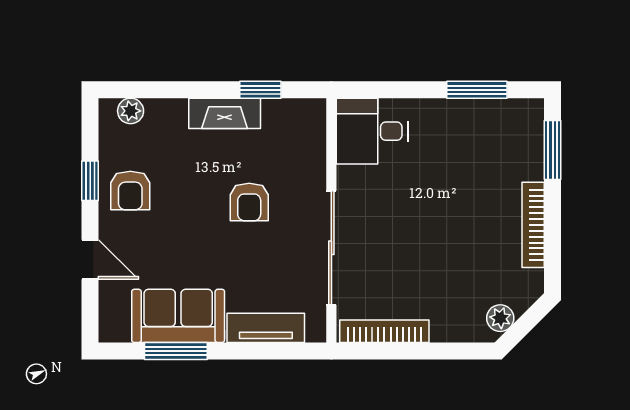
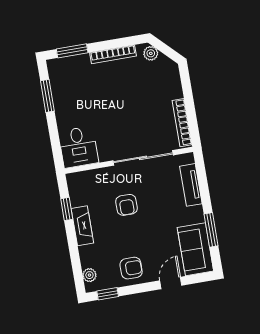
window: (90, 181) -> (108, 294), moved
armchair: (249, 202) -> (127, 205), turned 90
sofa: (178, 316) -> (195, 249), moved
plant: (500, 318) -> (151, 53), moved

